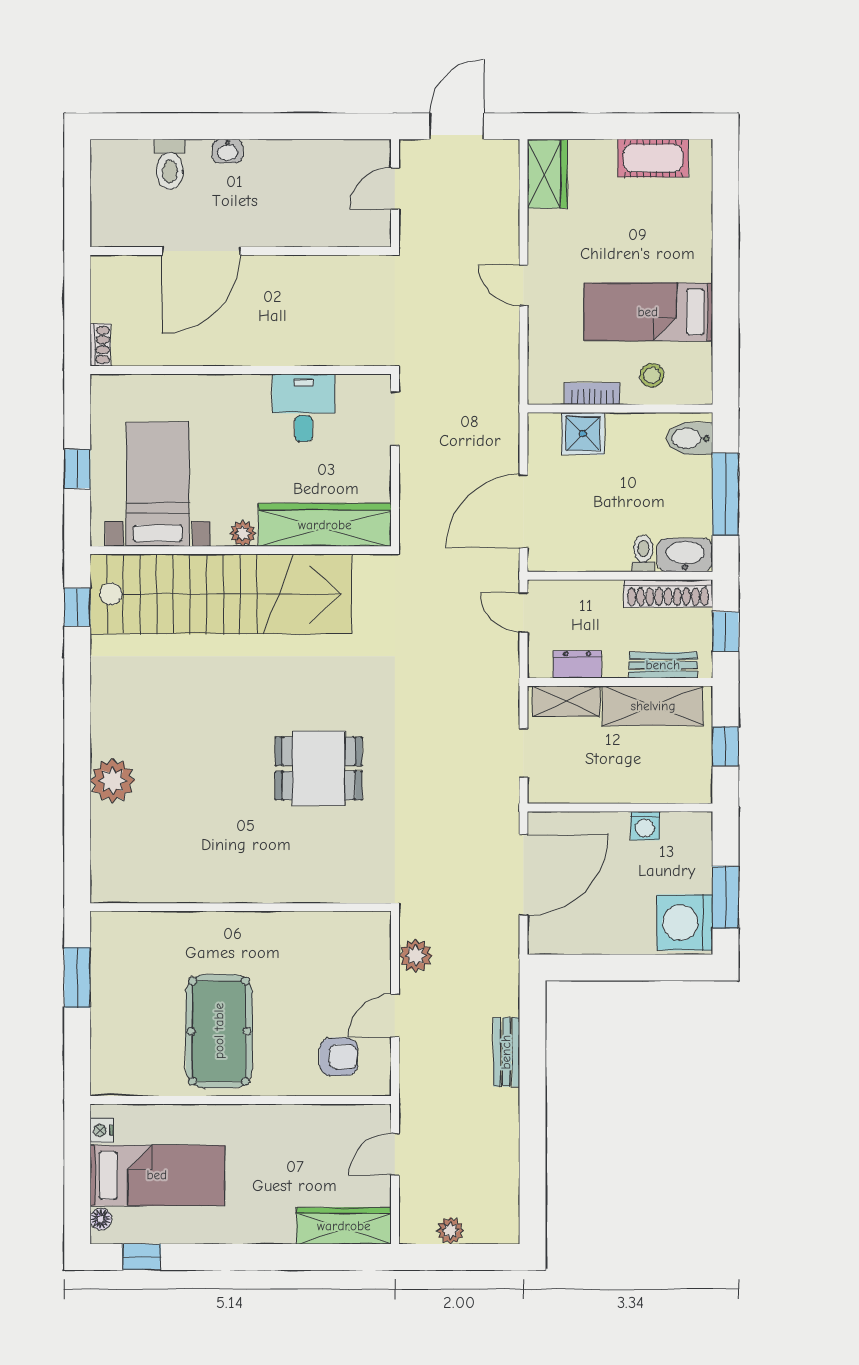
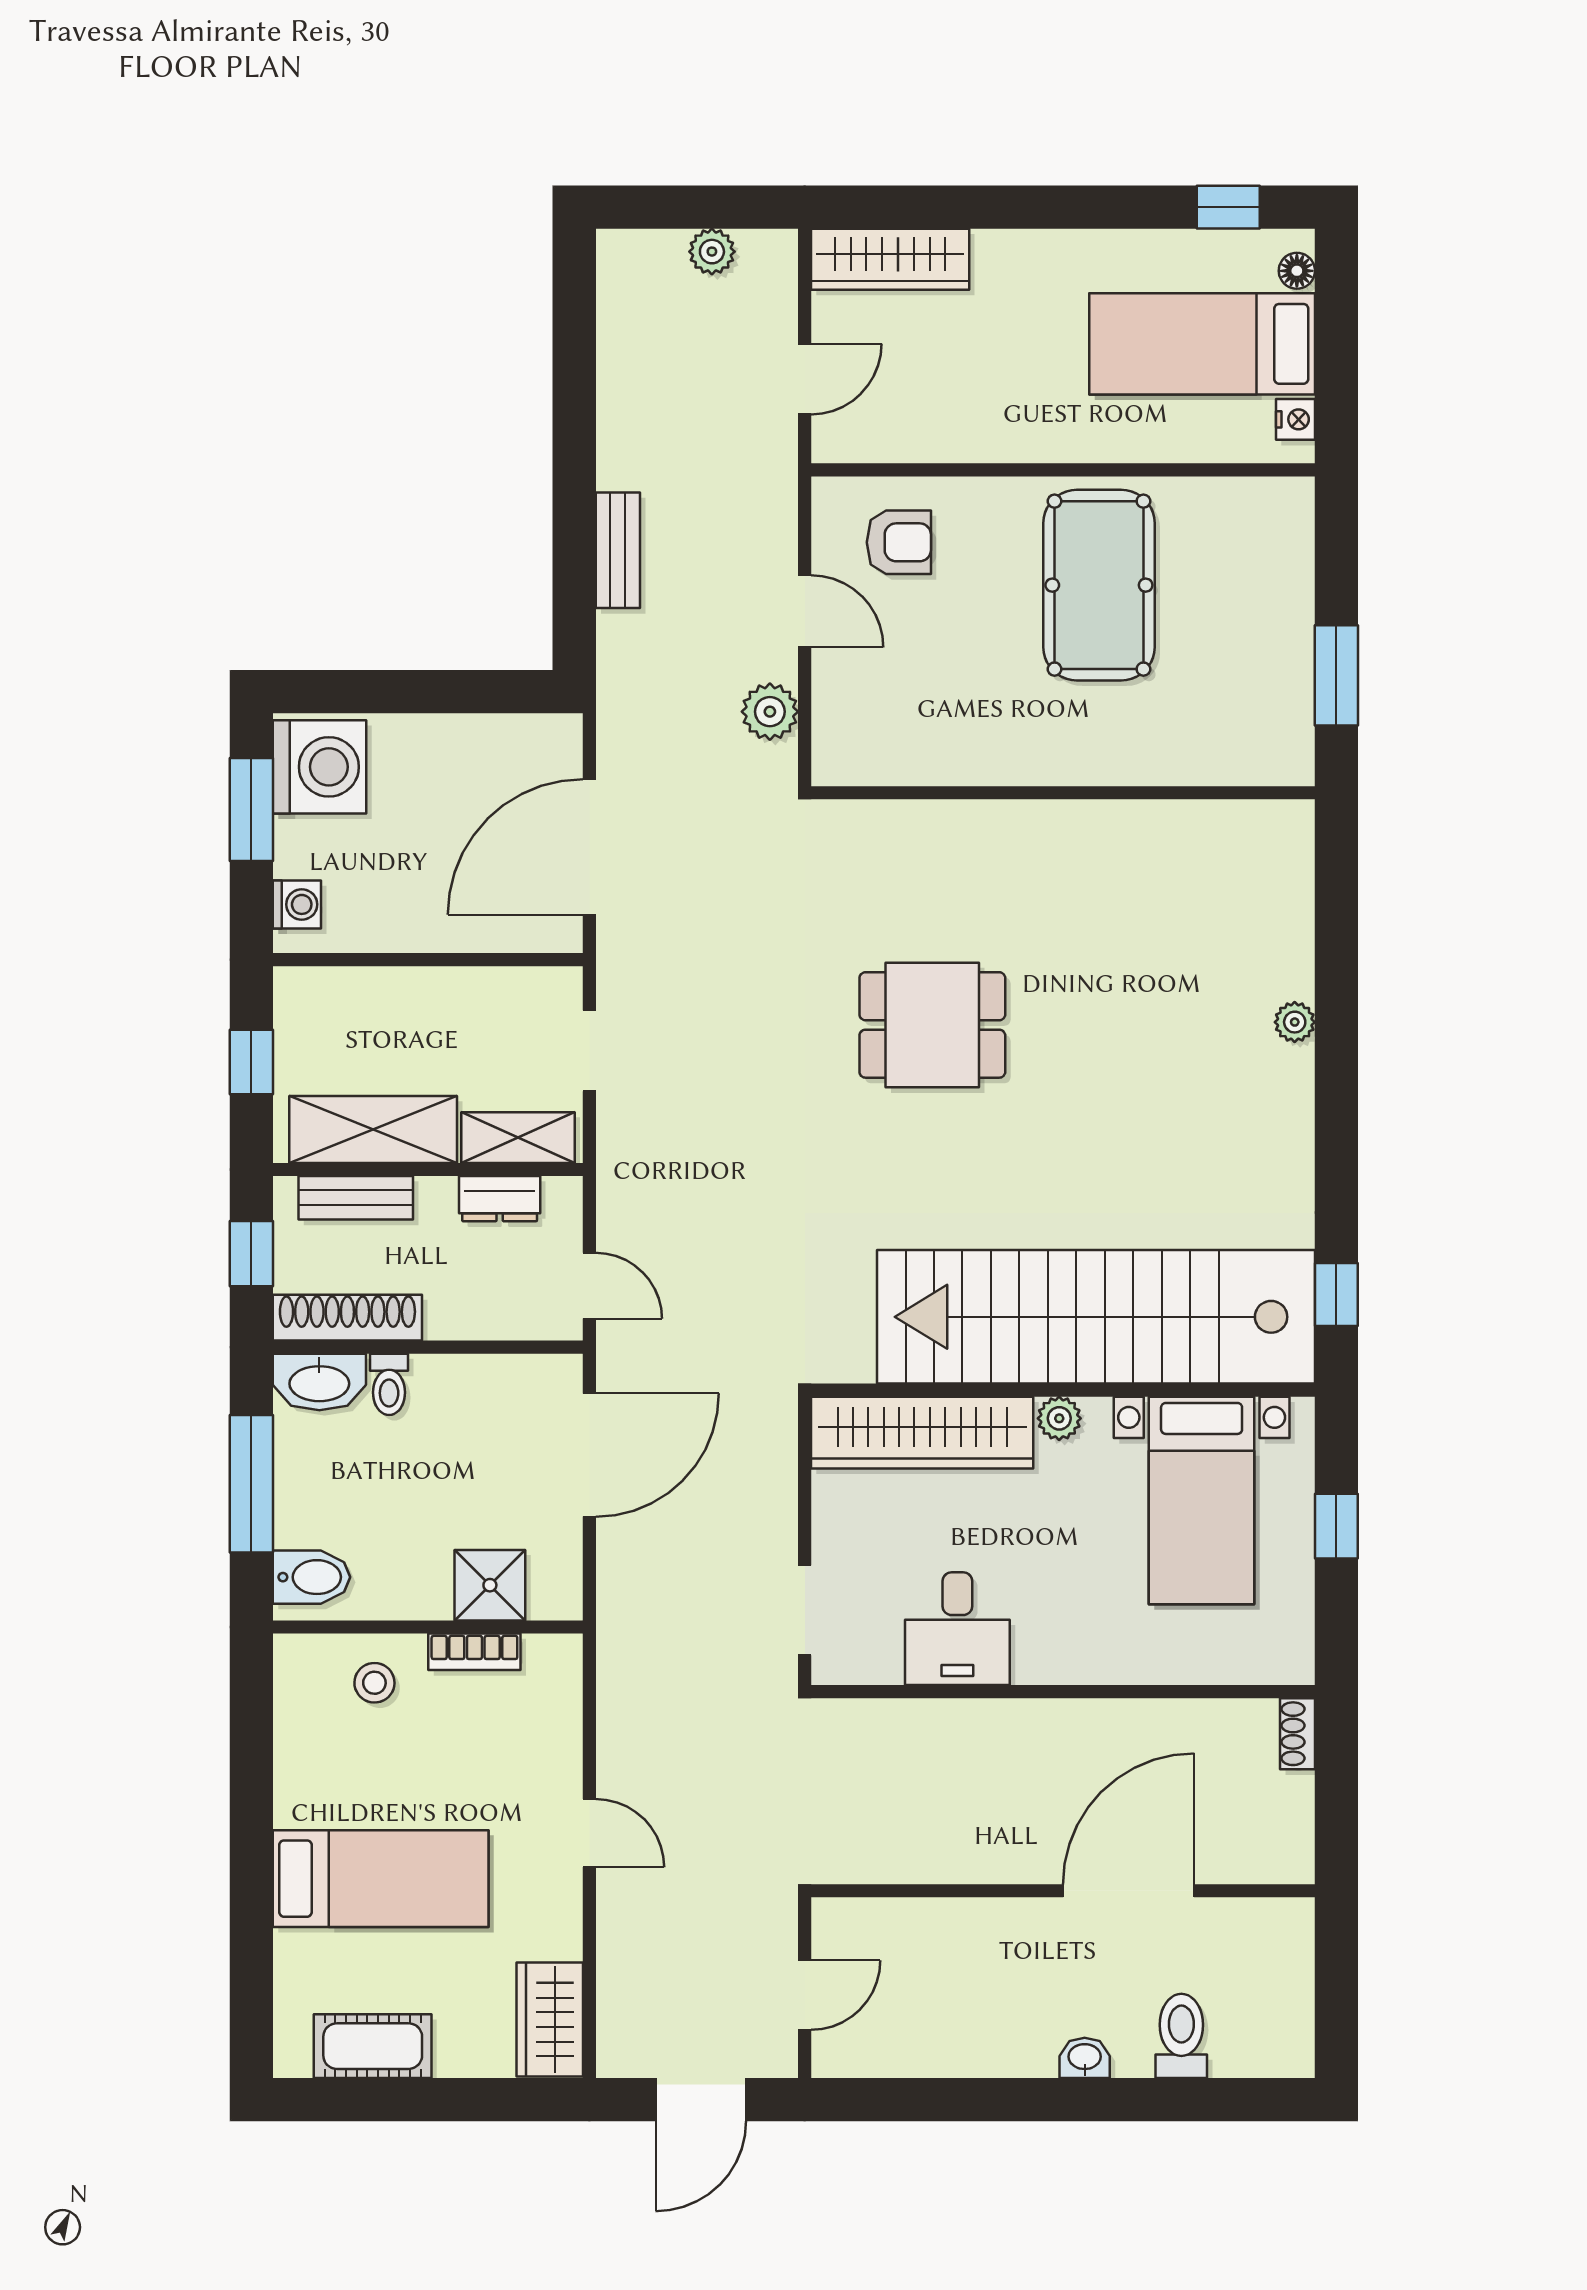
bed: (648, 312) -> (381, 1879), moved
plant: (113, 781) -> (1295, 1022), width x0.53, depth x0.53
washing machine: (645, 826) -> (297, 904), moved, turned 90
door: (395, 1016) -> (805, 611), hinge flipped
armchair: (339, 1057) -> (899, 542), turned 180

